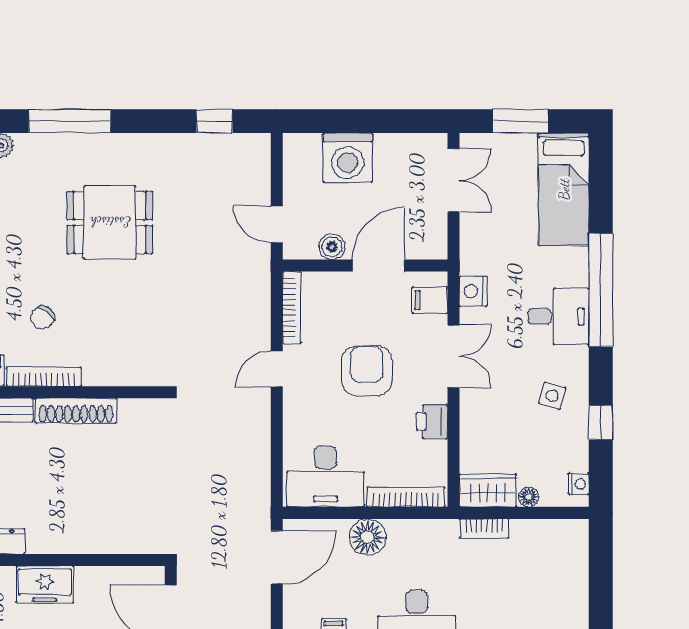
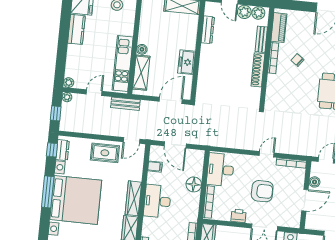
door: (378, 266) -> (305, 200), hinge flipped
filing cabinet: (430, 300) -> (289, 220), removed
door: (277, 369) -> (267, 154), hinge flipped
door: (277, 557) -> (175, 145), moved
freezer: (45, 584) -> (186, 62), moved

